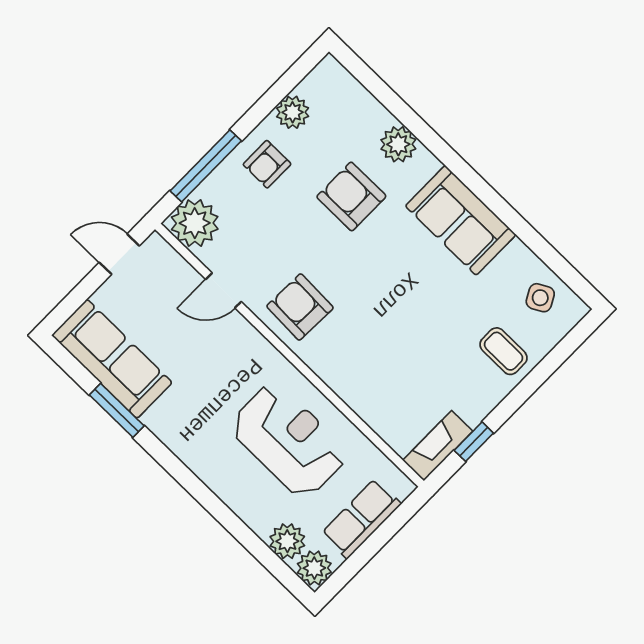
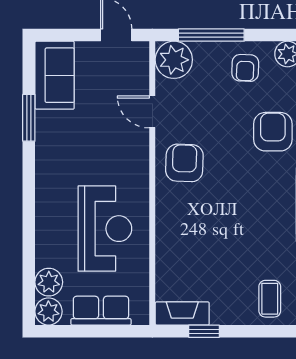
armchair: (267, 164) -> (245, 68), turned -88
sofa: (112, 359) -> (55, 75), width x0.73

